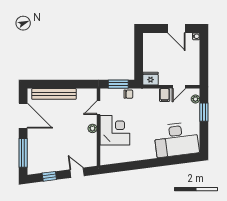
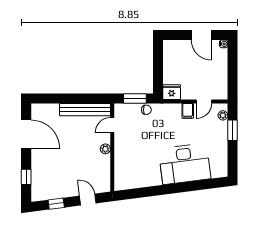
bench: (54, 94) -> (85, 110), moved
corner desk: (115, 130) -> (131, 151), removed
desk: (176, 140) -> (185, 164), moved
window: (23, 153) -> (26, 177), width x0.46

